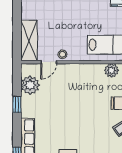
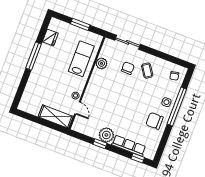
plant: (30, 85) -> (106, 135), moved

